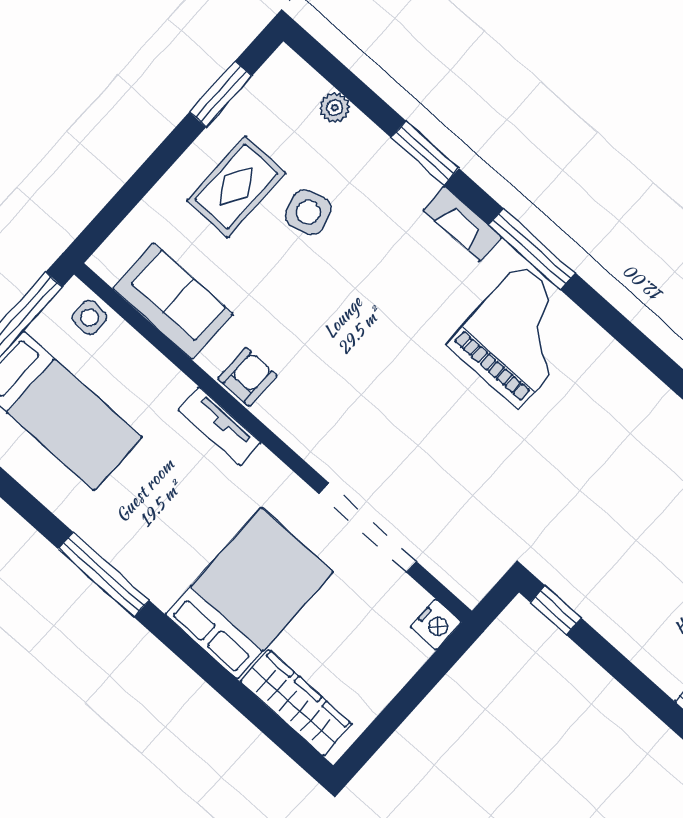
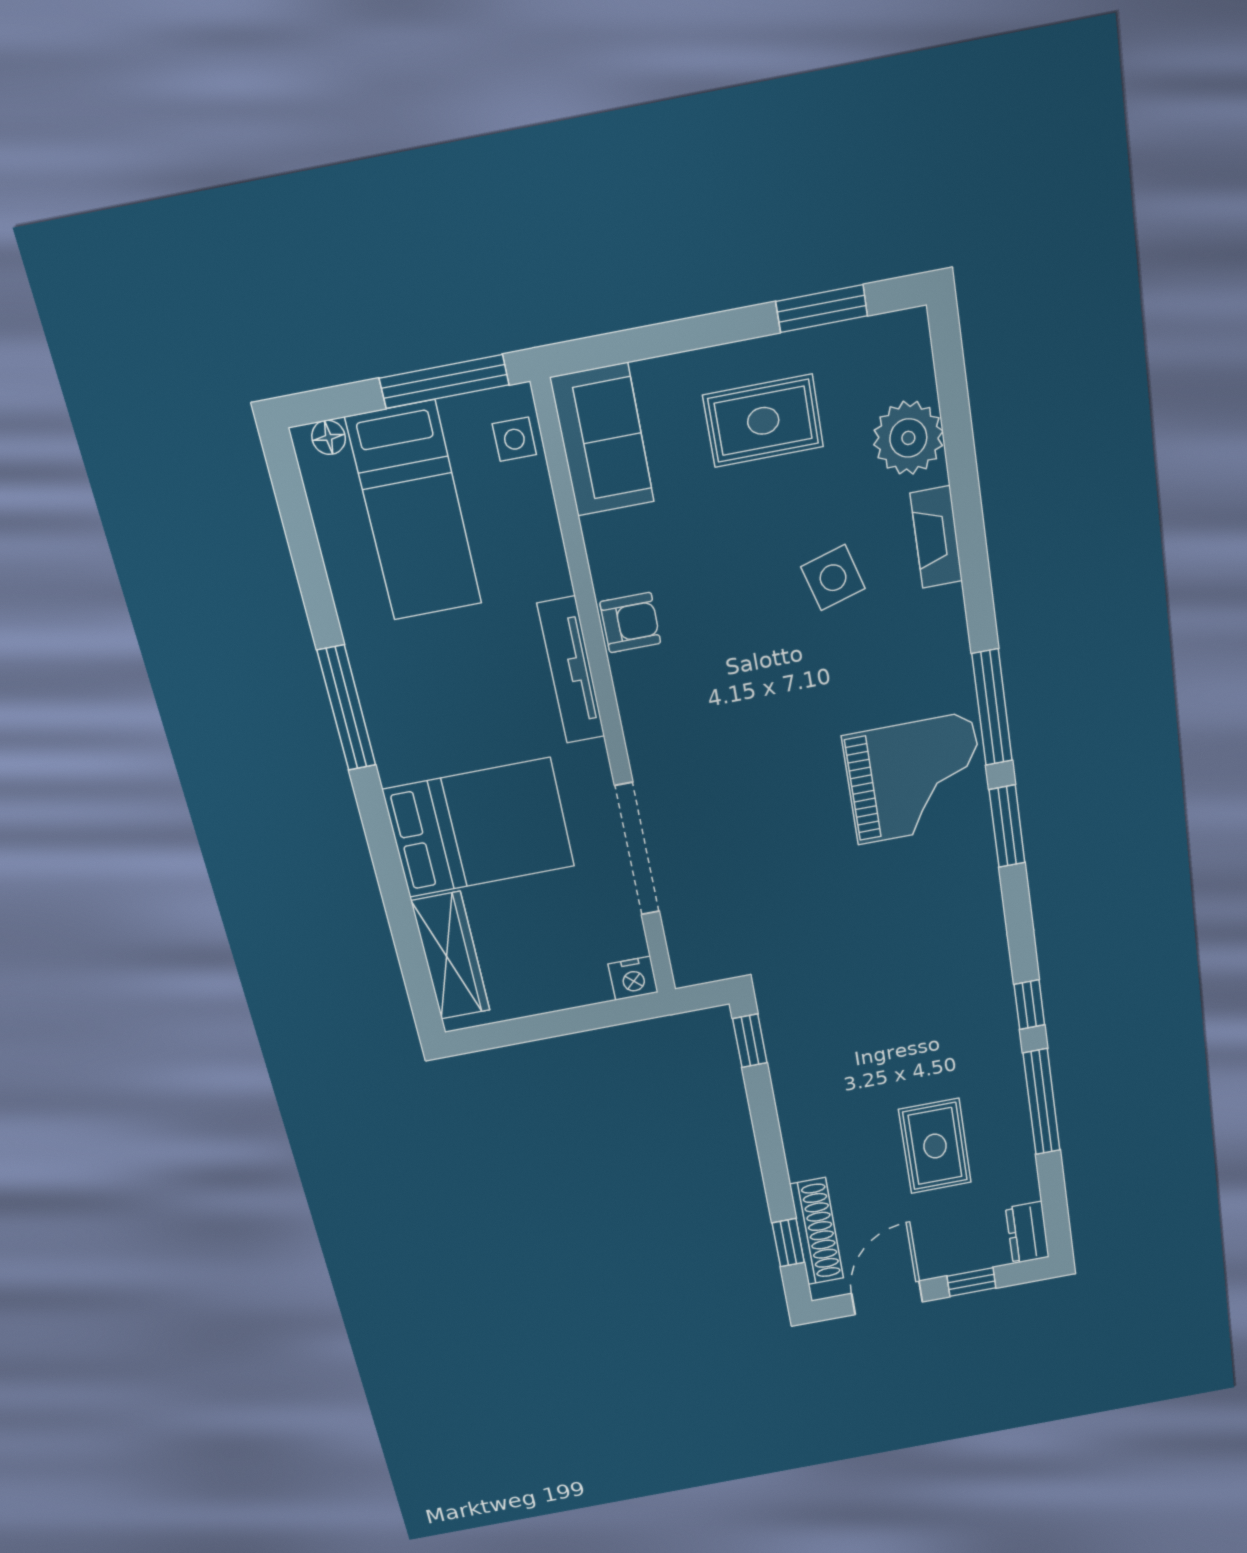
plant: (335, 107) -> (908, 438), width x1.87, depth x1.87
window: (425, 153) -> (1007, 826), moved
side table: (308, 212) -> (833, 578), moved
fireplace: (462, 224) -> (936, 537), moved
sofa: (173, 301) -> (602, 440), moved
tv unit: (219, 426) -> (571, 670), width x1.41

